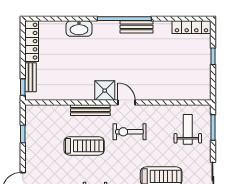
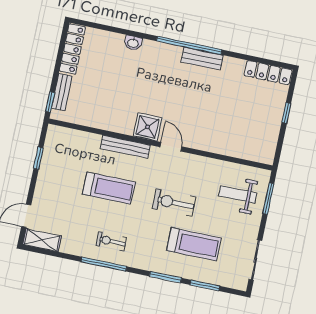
washbasin: (79, 29) -> (133, 43), width x0.52, depth x0.69
weight bench: (188, 129) -> (238, 194), turned -90
exercise bike: (129, 132) -> (174, 203), moved

